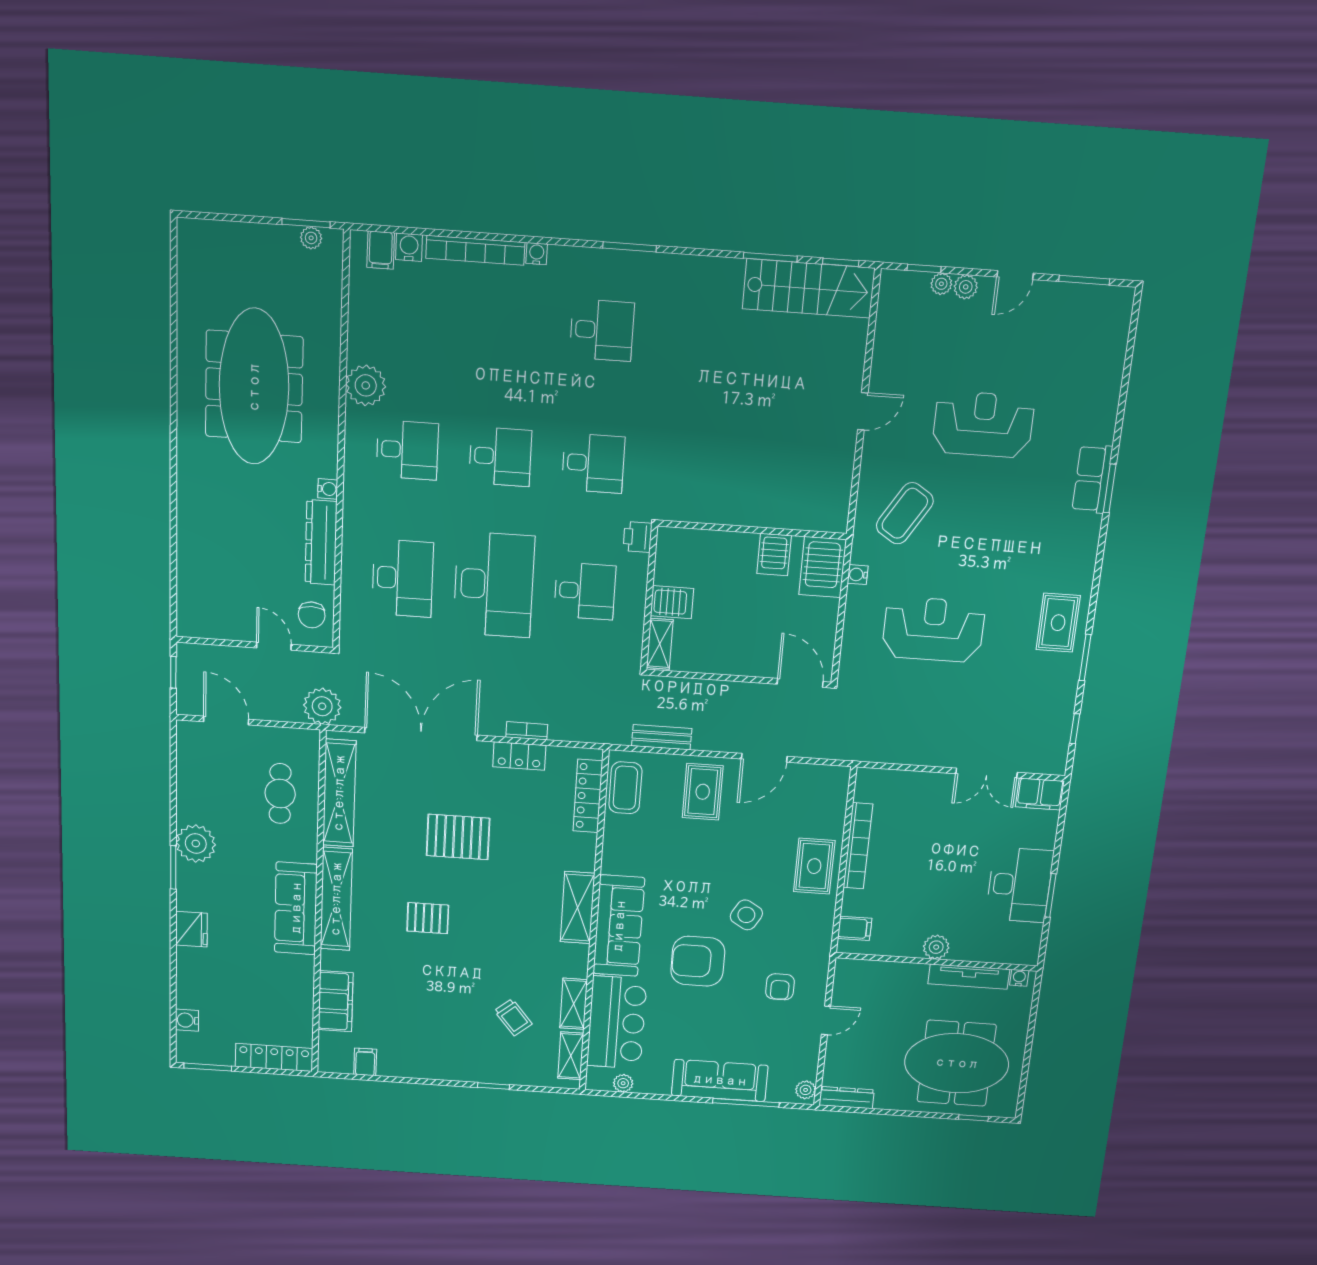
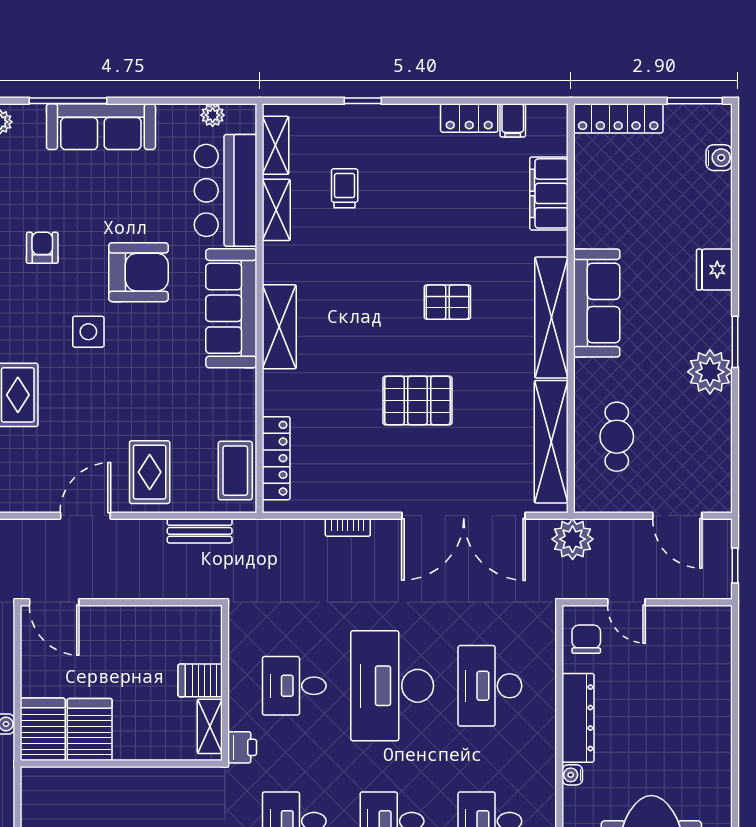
server rack: (774, 555) -> (90, 729), width x1.36, depth x1.44
shelving: (660, 644) -> (210, 726), moved
locker: (519, 756) -> (469, 118), moved, turned 180
side table: (746, 915) -> (88, 332), turned -30
trolley: (513, 1017) -> (345, 188), turned 40

